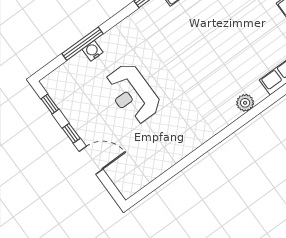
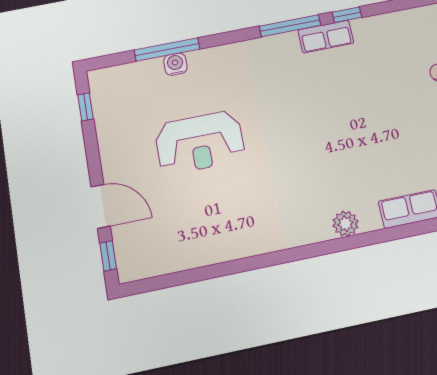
reception desk: (132, 94) -> (200, 142), turned -90
window: (71, 133) -> (108, 256), moved

